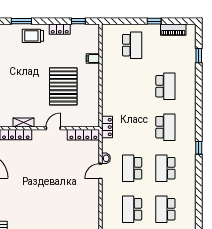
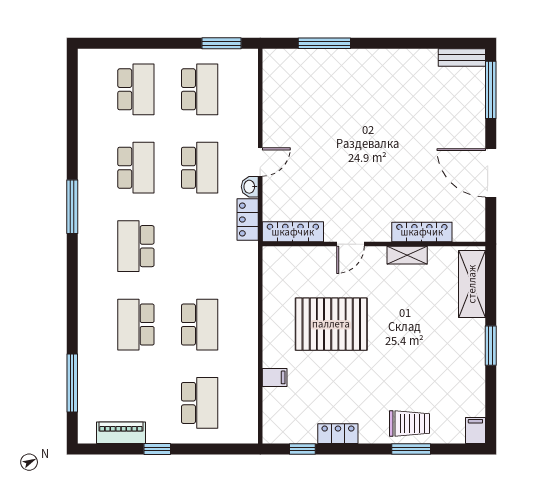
trolley: (33, 36) -> (410, 424), moved
school desk: (132, 45) -> (200, 403), turned 180
window: (199, 56) -> (72, 383), width x2.17
pallet: (63, 86) -> (331, 324), turned 90
school desk: (132, 86) -> (200, 325), added
locker: (107, 127) -> (248, 219), moved
window: (199, 148) -> (72, 207), width x2.17

